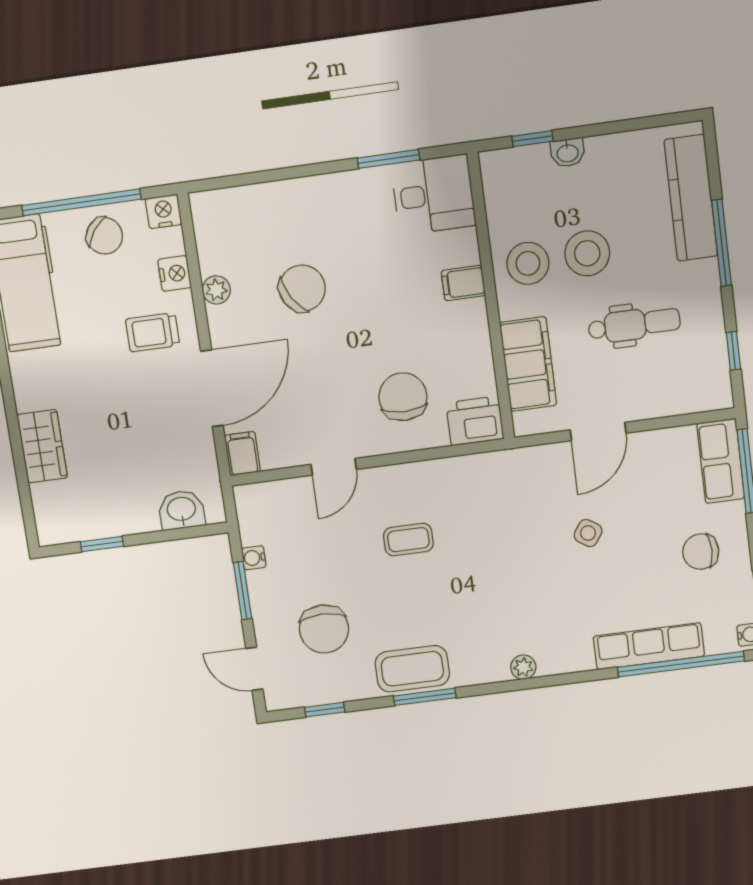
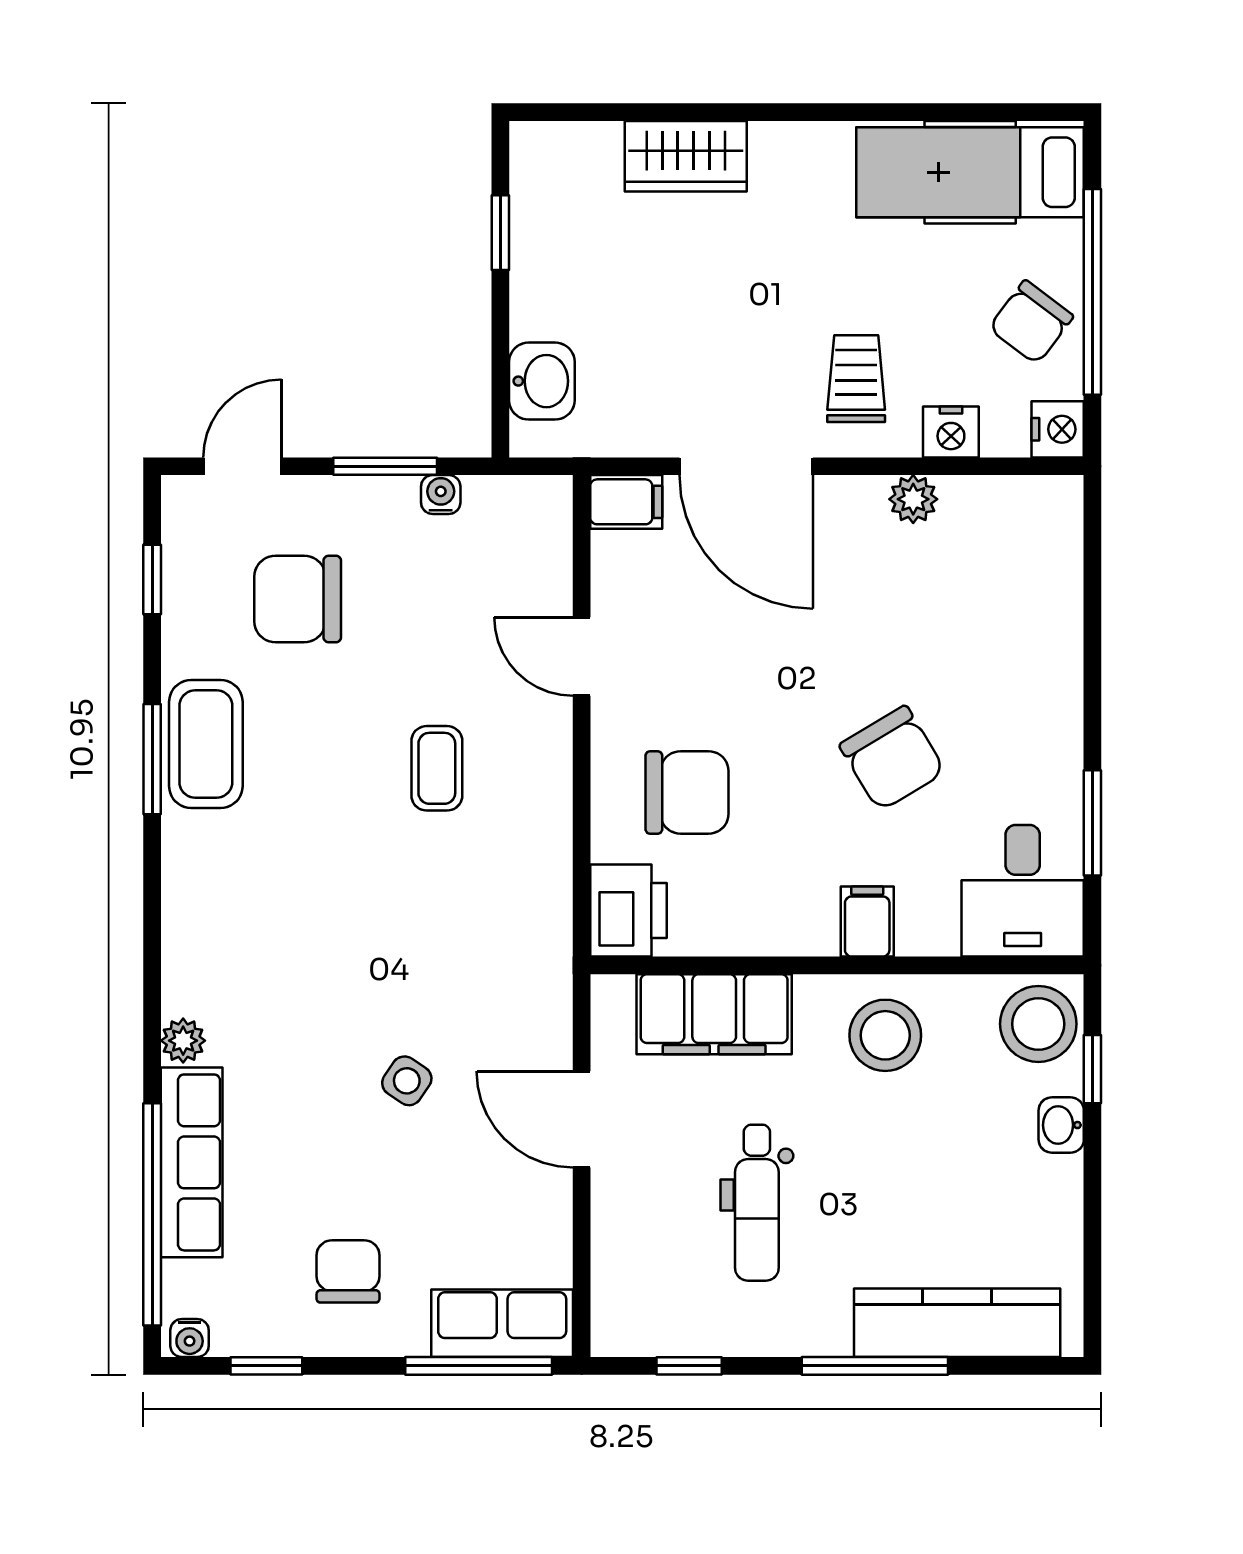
stool: (587, 253) -> (1038, 1024), moved
chair: (302, 288) -> (892, 758), moved
plant: (523, 667) -> (183, 1041), moved

